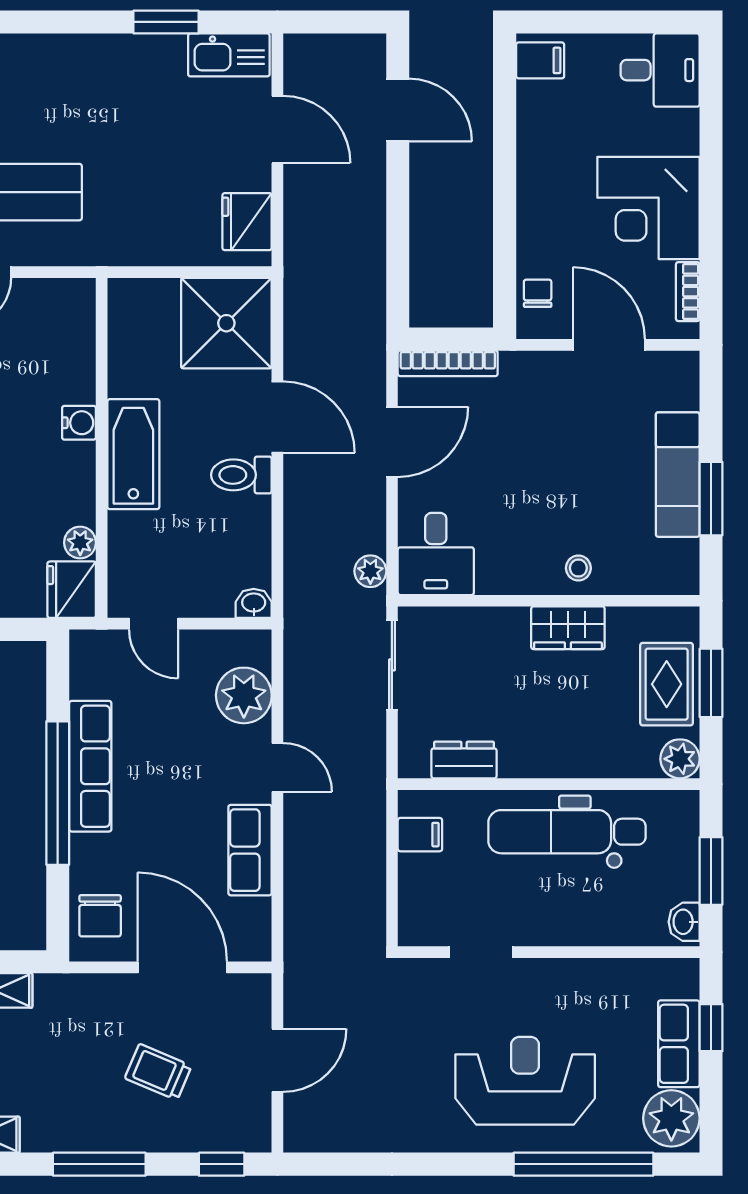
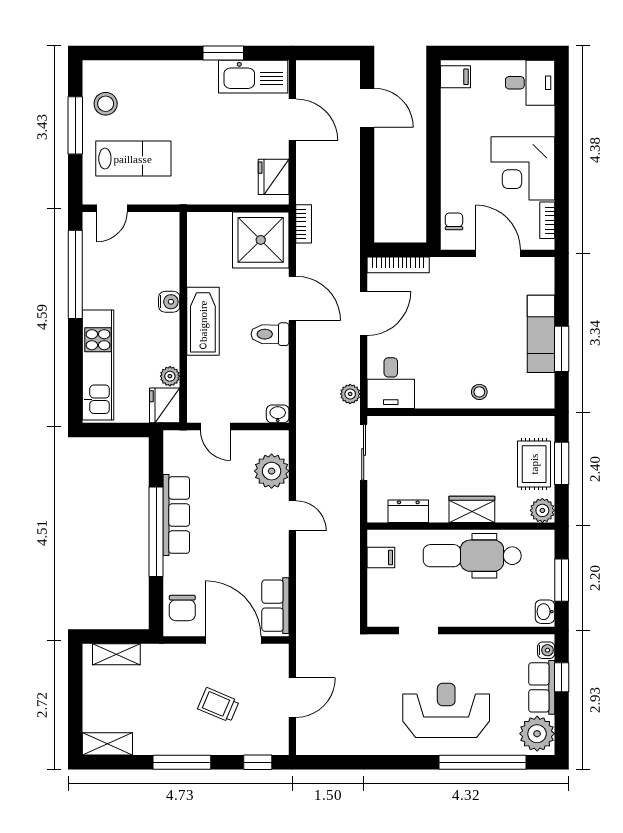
kitchen sink: (229, 55) -> (253, 77), width x1.36, depth x1.24
bookcase: (296, 297) -> (304, 224), added
wardrobe: (568, 628) -> (472, 509), moved, turned 180
row of seats: (250, 850) -> (275, 606), moved
water cooler: (686, 984) -> (546, 650), added

